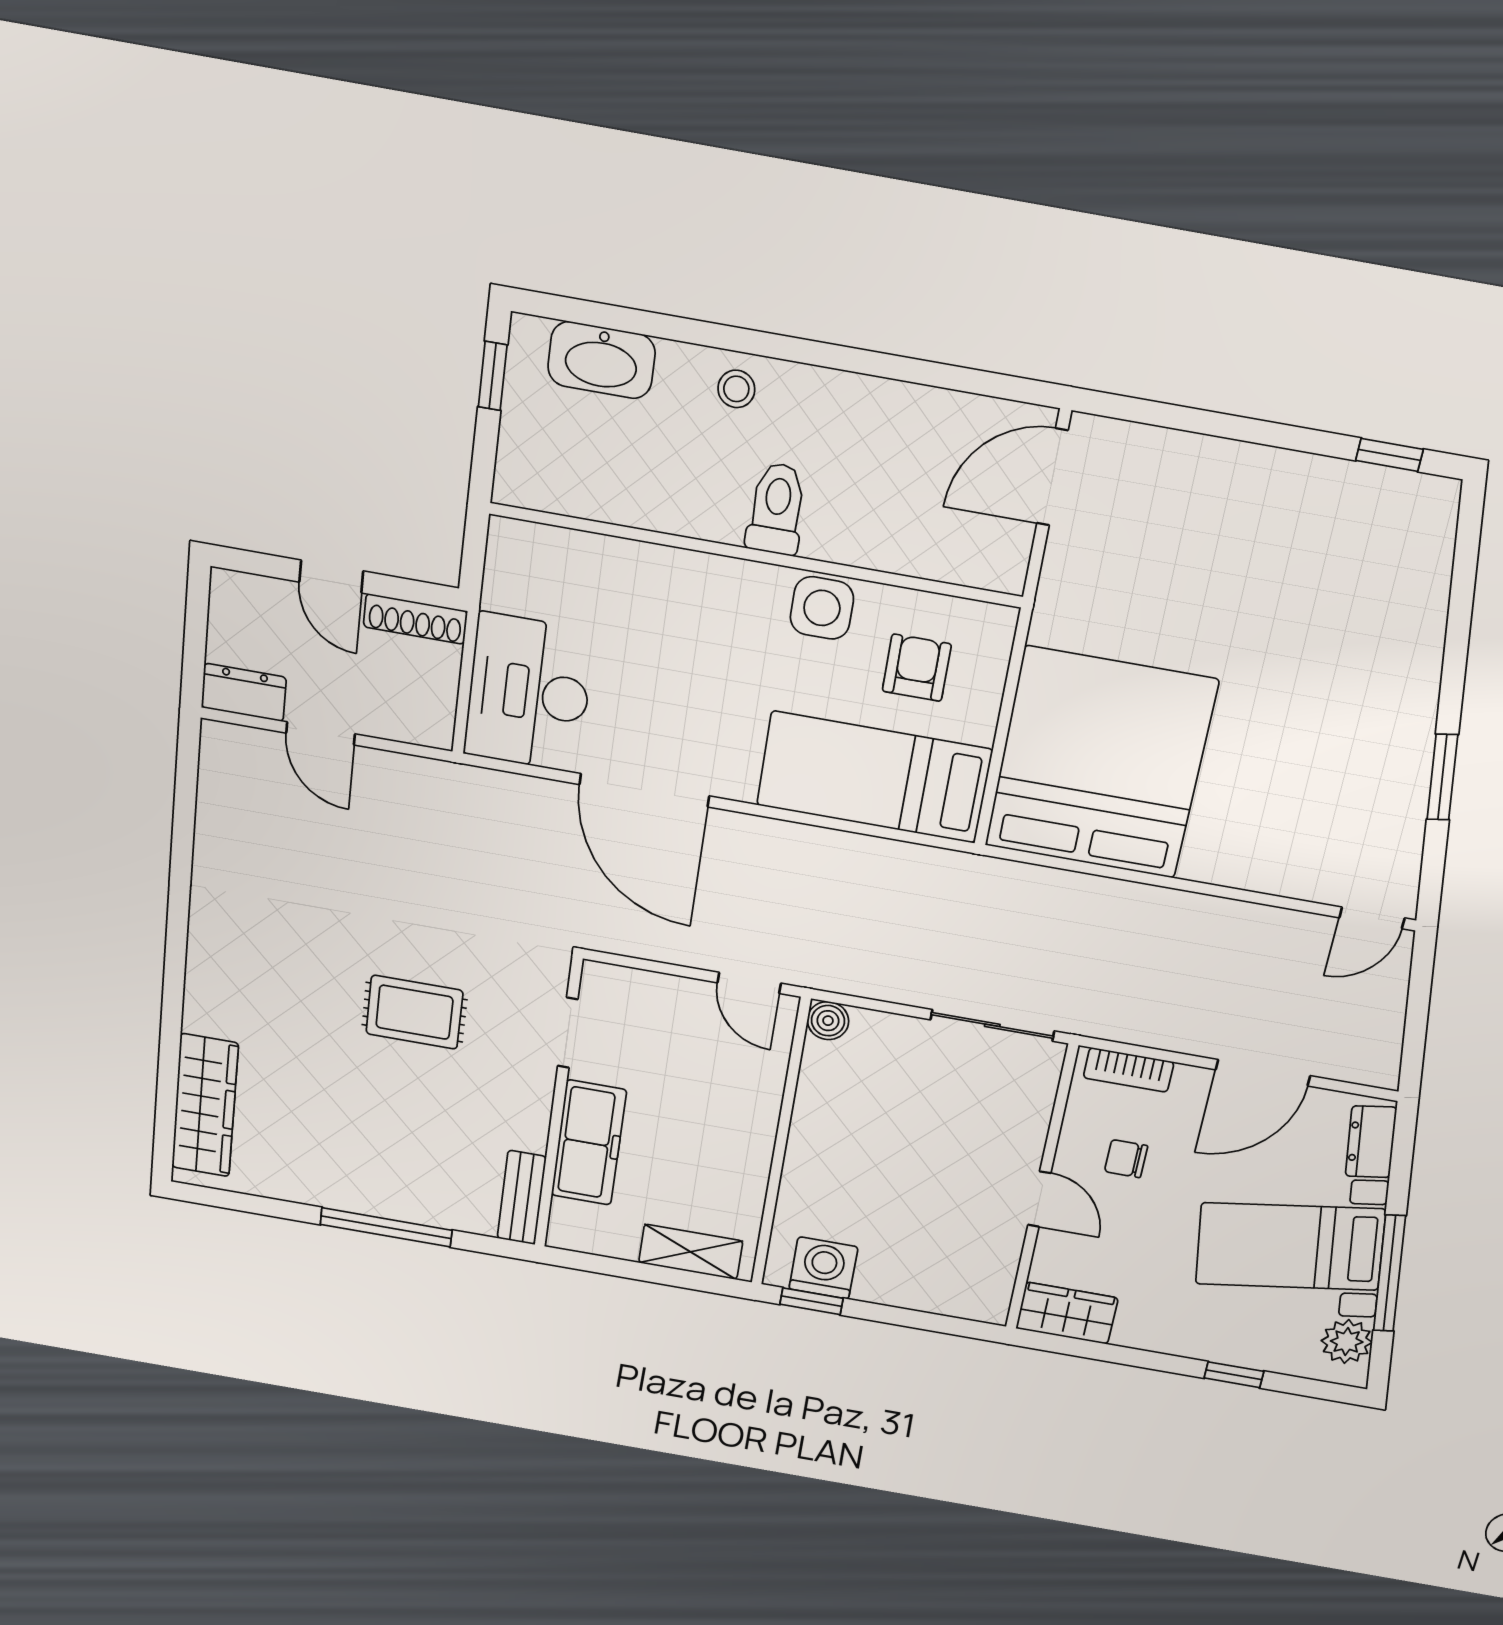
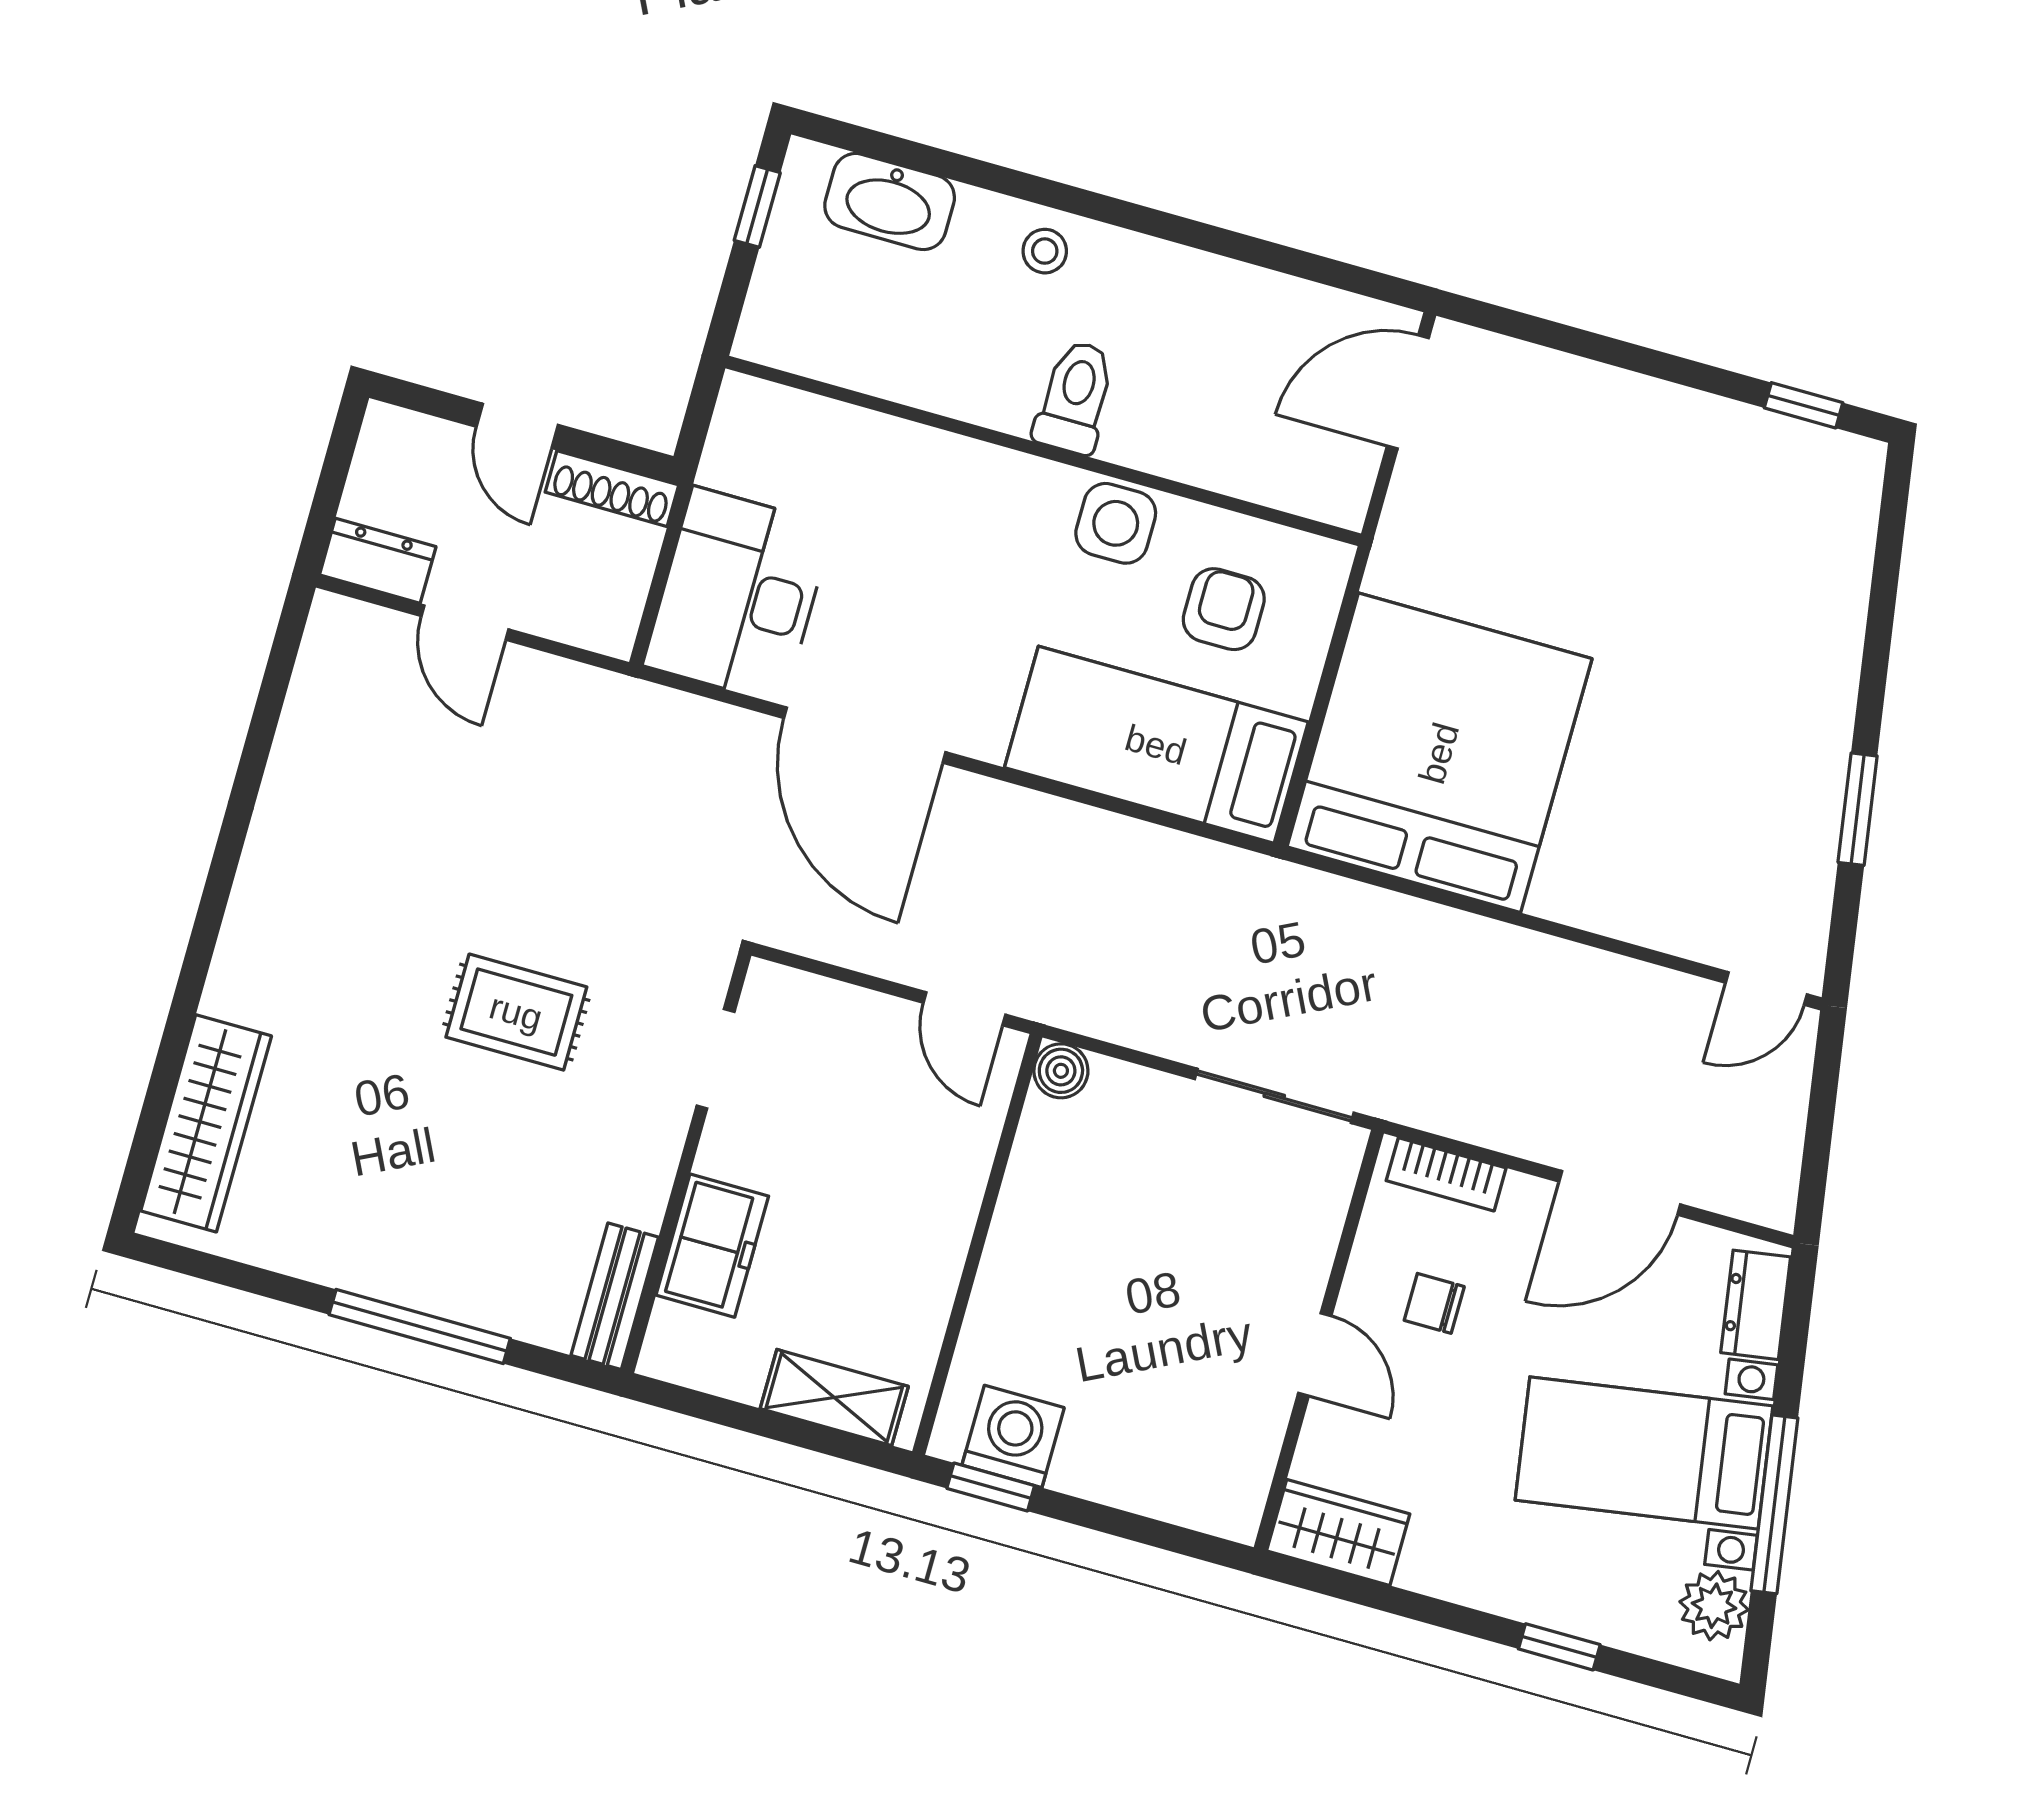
freezer: (589, 1143) -> (712, 1246), width x0.71

